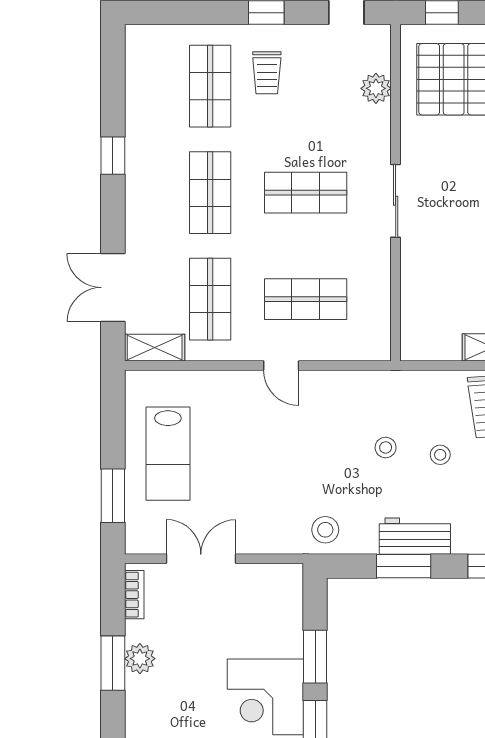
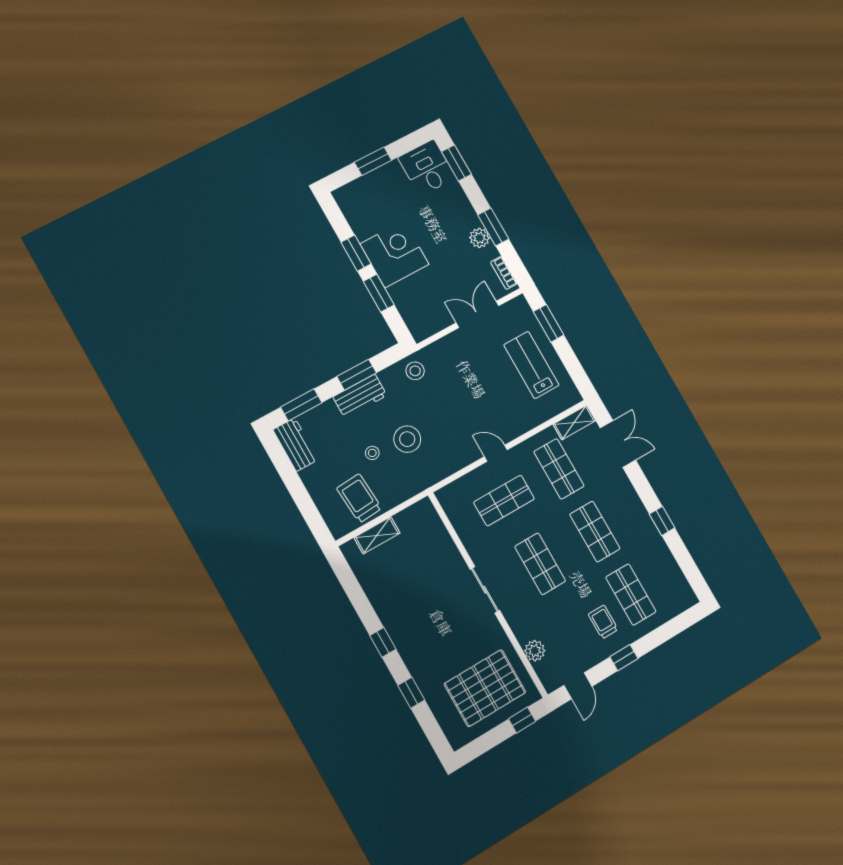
shop shelf: (306, 193) -> (540, 564), turned 90
stool: (386, 447) -> (407, 439), width x1.89, depth x1.89
double door: (201, 559) -> (478, 314), swing flipped

